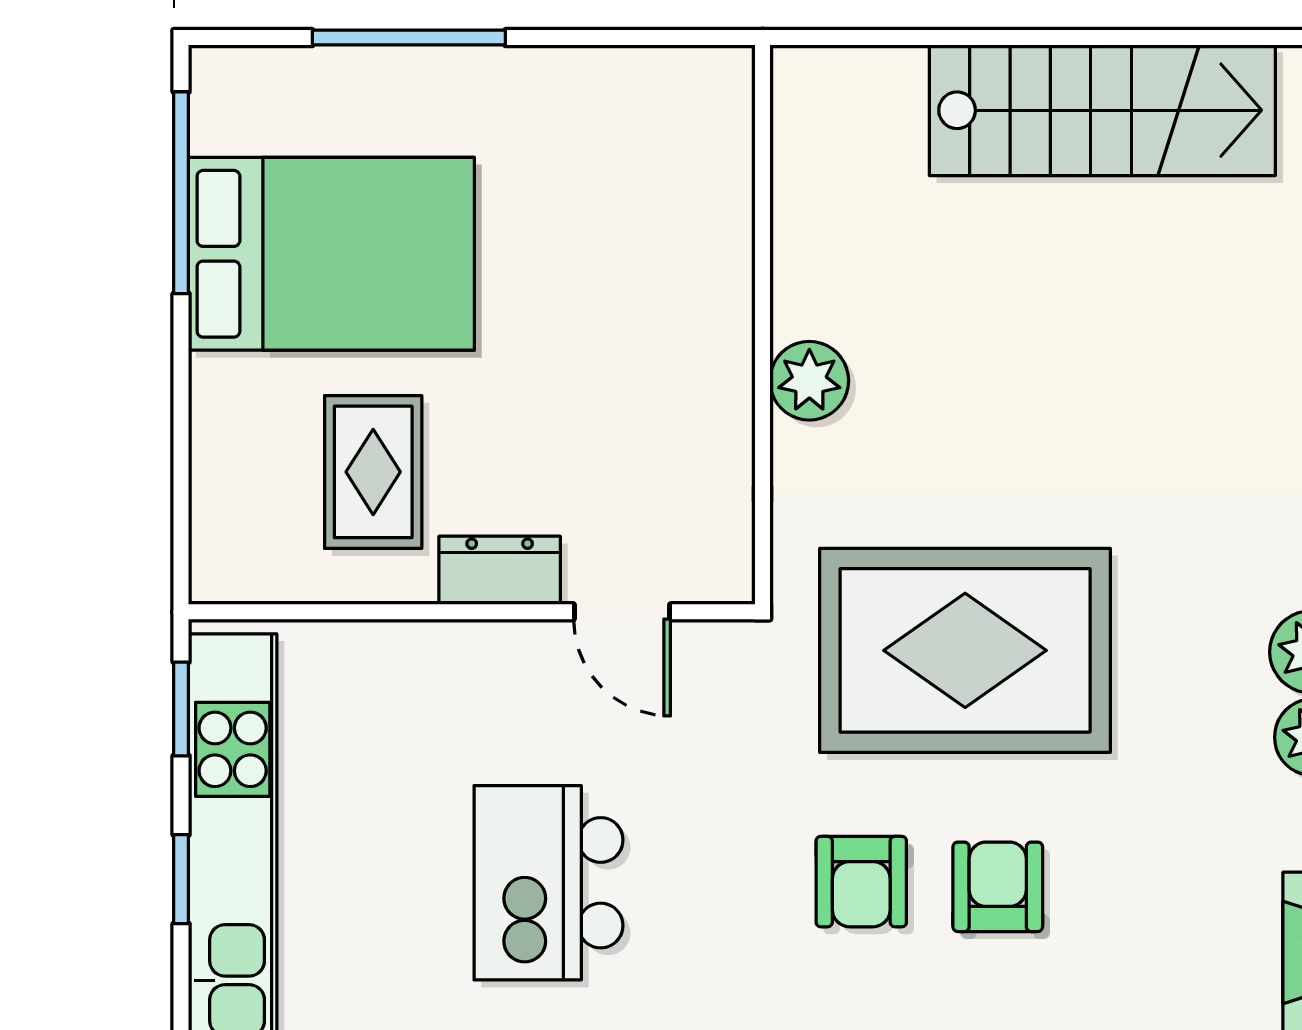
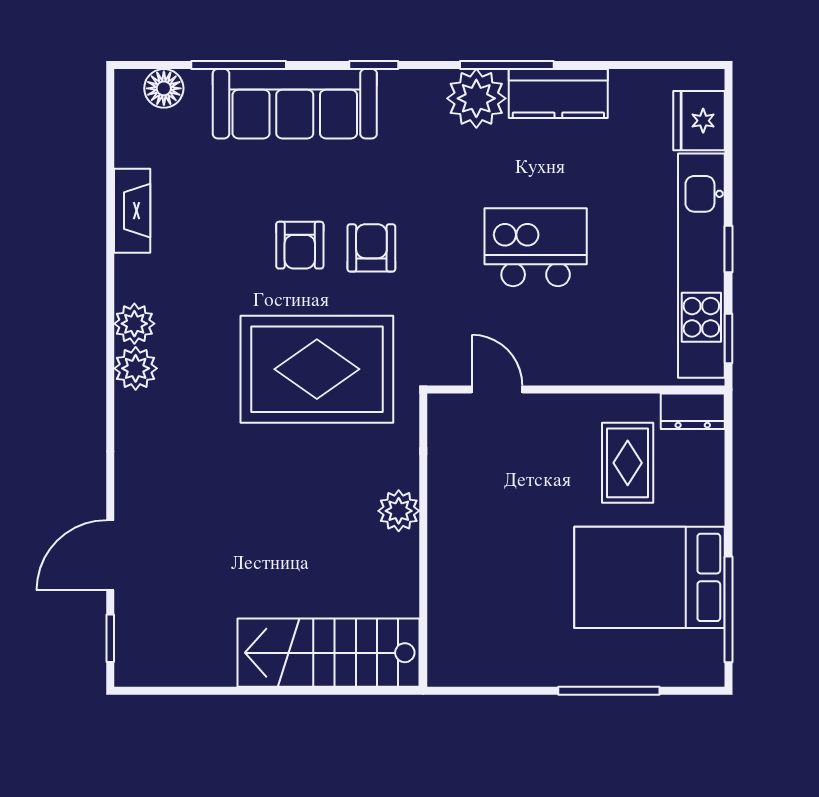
stairs: (1102, 110) -> (329, 653), moved
dresser: (500, 570) -> (693, 411), moved
kitchen island: (549, 883) -> (536, 247), turned -90

